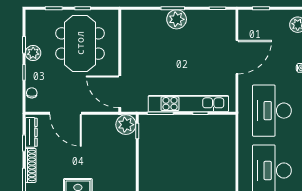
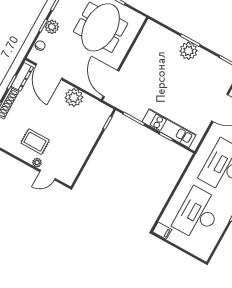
plant: (33, 53) -> (52, 27), moved
kitchen unit: (188, 104) -> (169, 128), width x0.73
door: (66, 113) -> (49, 72), moved
plant: (126, 125) -> (74, 97), moved

